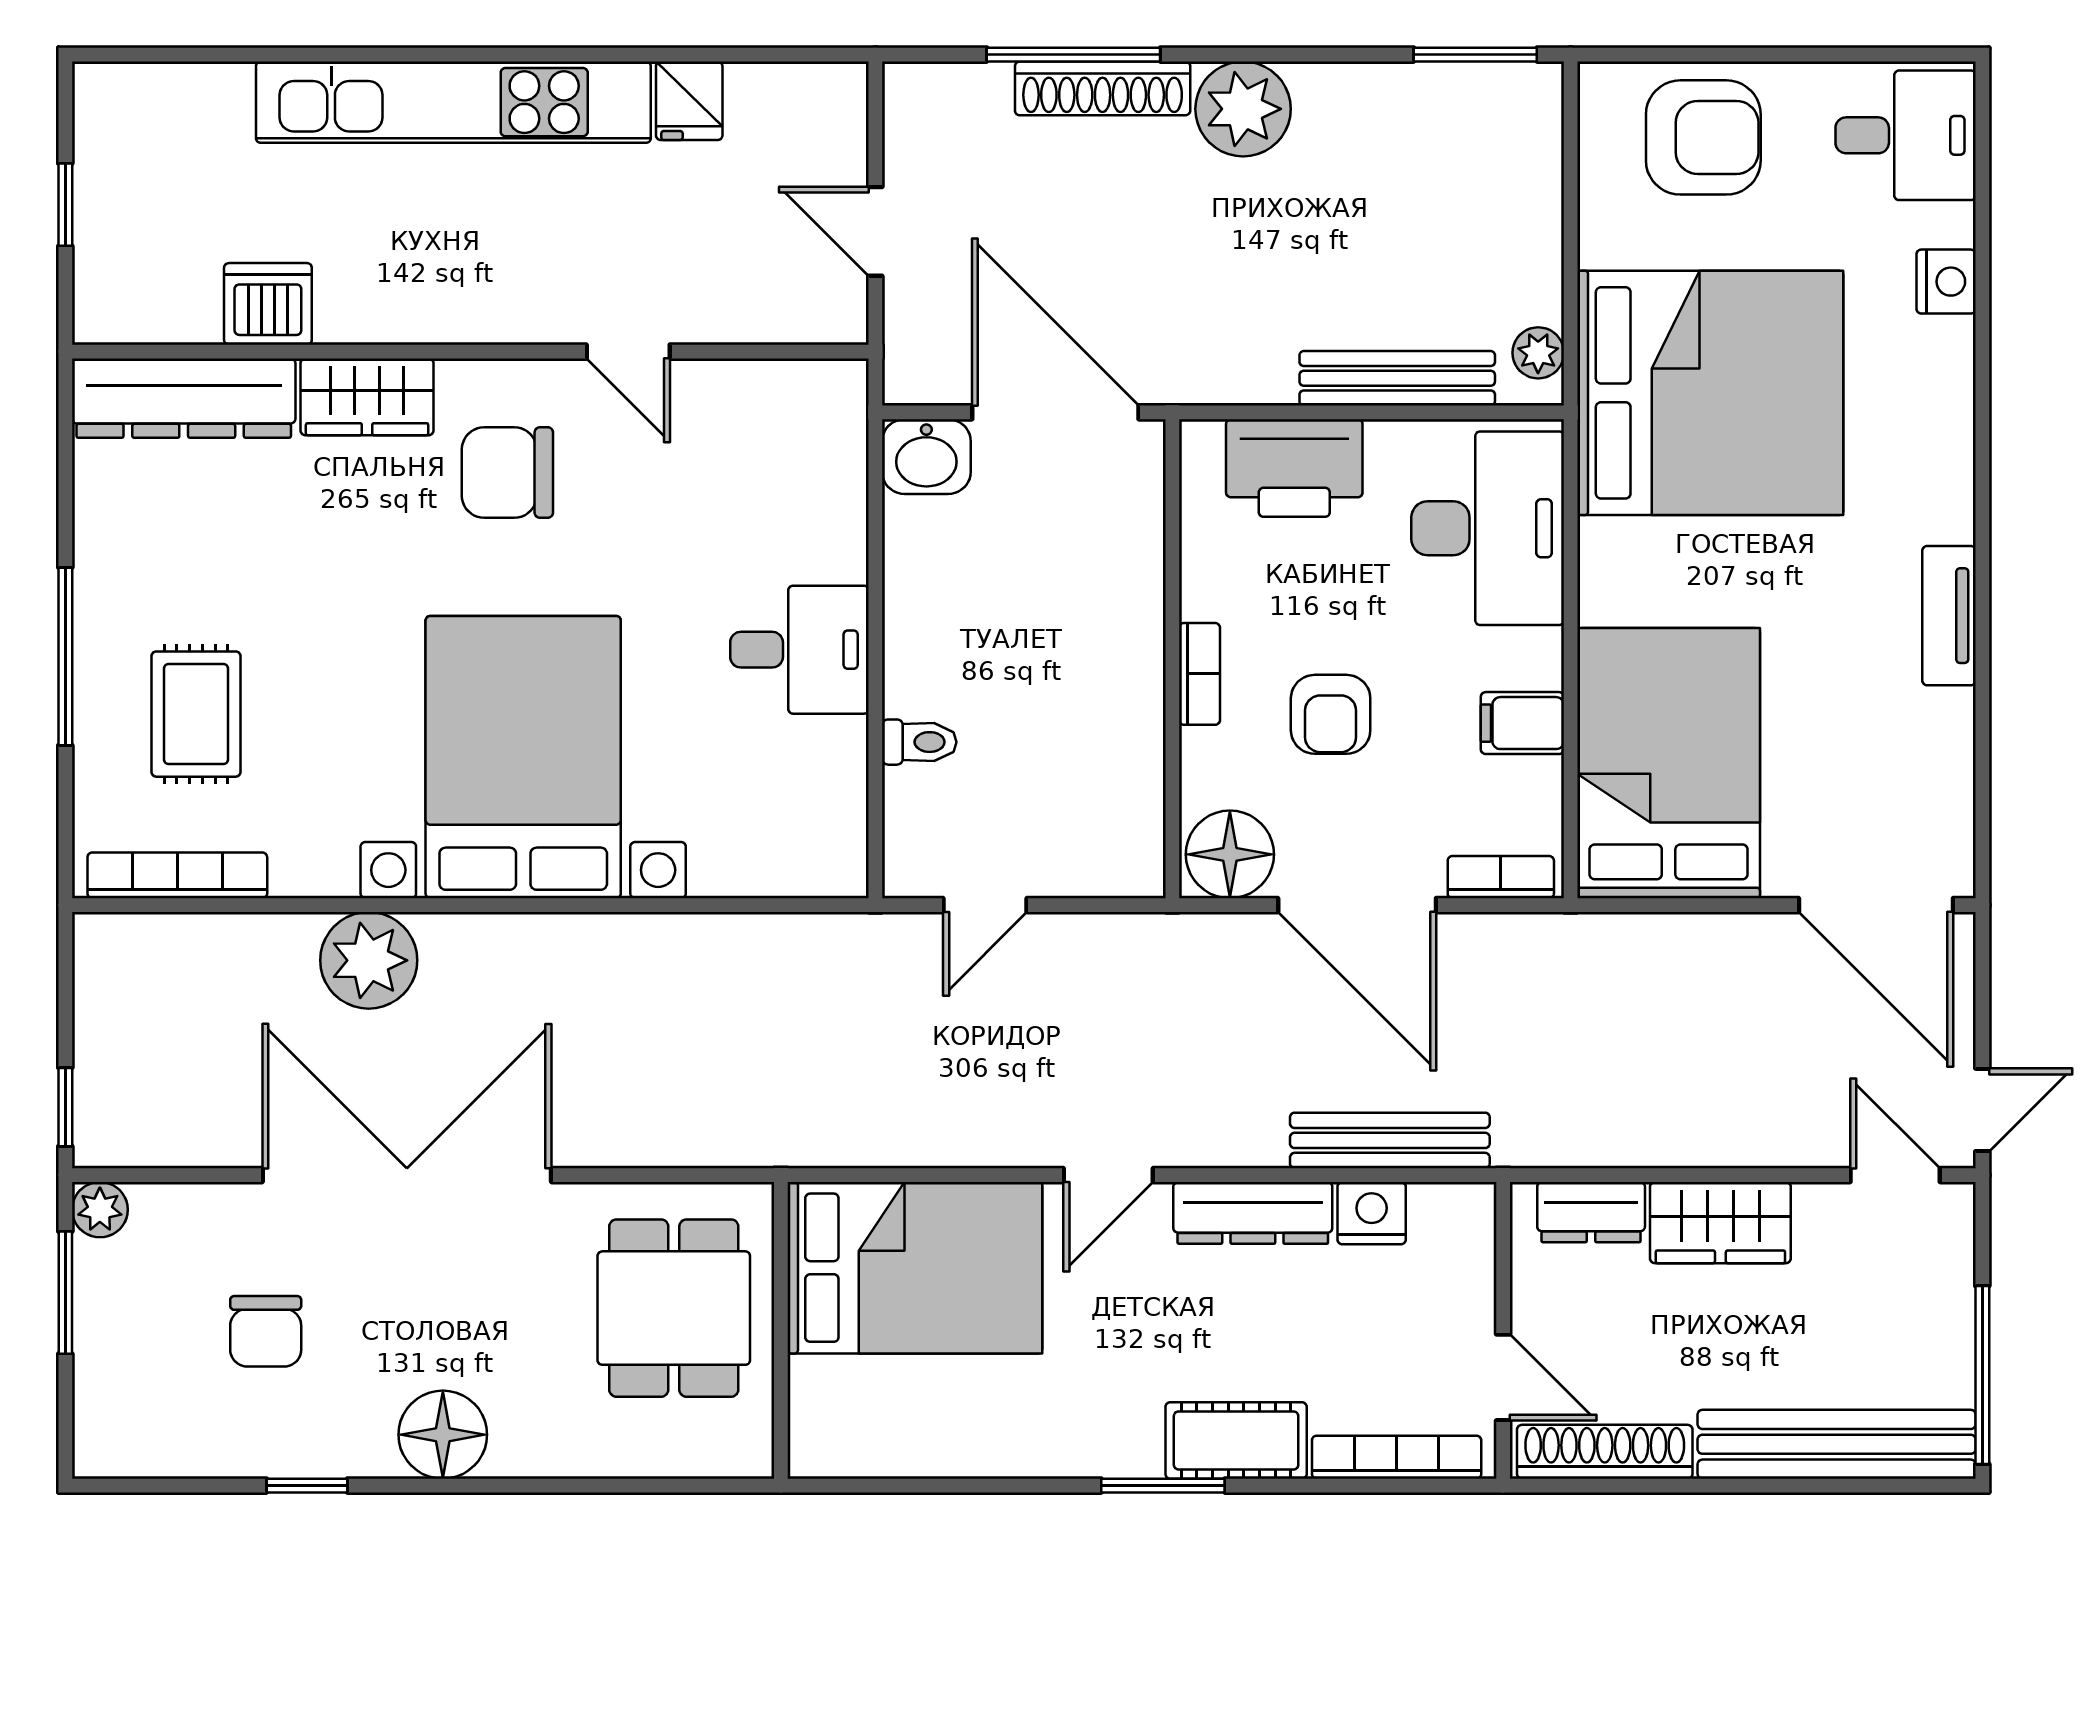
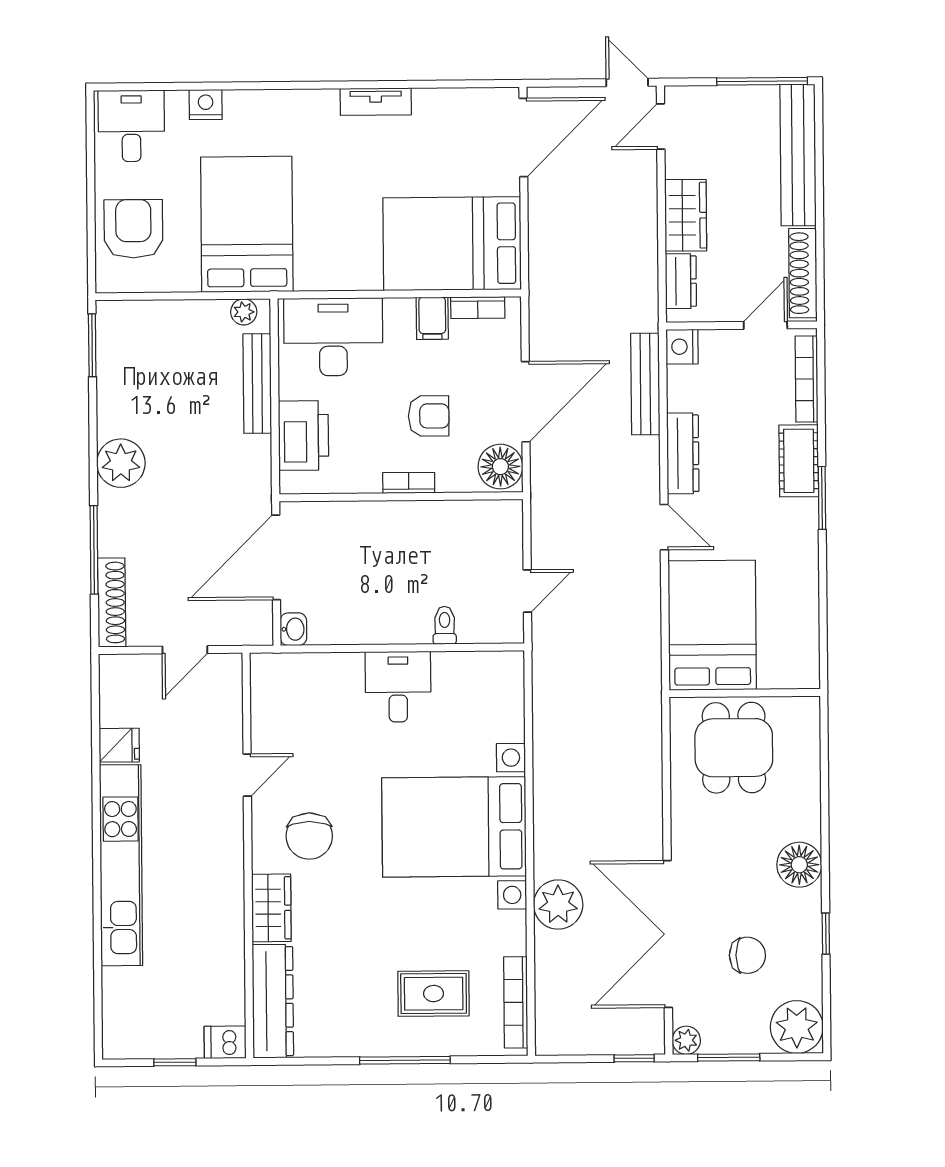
shoe rack: (1103, 88) -> (112, 602), moved
dishwasher: (268, 304) -> (225, 1042), moved, width x0.73
bed: (1710, 393) -> (247, 224), width x0.73
washbasin: (926, 457) -> (293, 629), width x0.72, depth x0.69
bookcase: (1501, 877) -> (478, 308), moved, turned -90
door: (985, 905) -> (527, 591), hinge flipped
double door: (407, 1175) -> (668, 934), moved
nightstand: (1372, 1213) -> (682, 347), moved
dining table: (674, 1308) -> (734, 748), turned 90
plant: (124, 1427) -> (797, 1027), added

